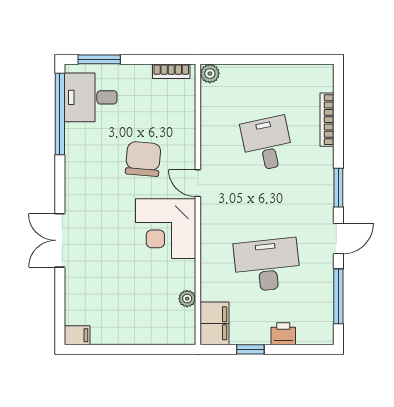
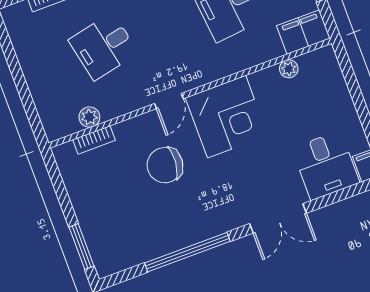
bookcase: (171, 71) -> (94, 140), moved, turned 90
plant: (210, 74) -> (89, 117), moved
desk: (91, 97) -> (326, 165), moved
window: (60, 114) -> (187, 252), moved

